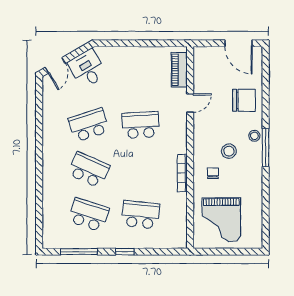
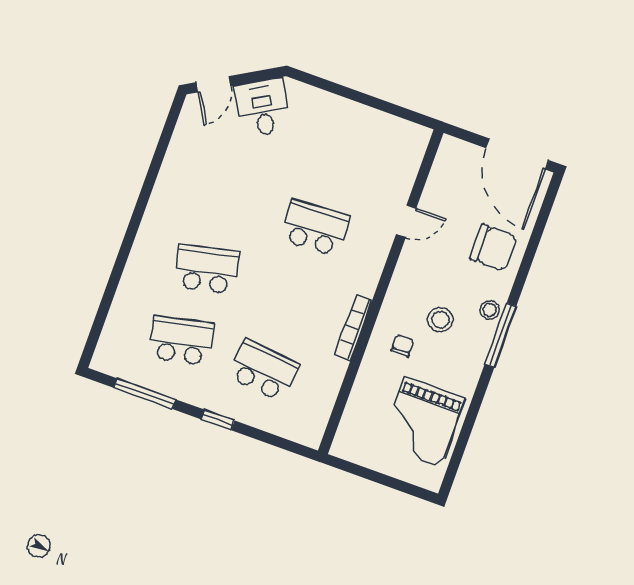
door: (239, 43) -> (517, 154), width x1.36
piano: (179, 70) -> (408, 162), removed
school desk: (89, 125) -> (233, 198), removed
school desk: (89, 170) -> (207, 269), turned -36
school desk: (89, 215) -> (181, 341), turned -30
grand piano: (221, 220) -> (423, 422), moved

